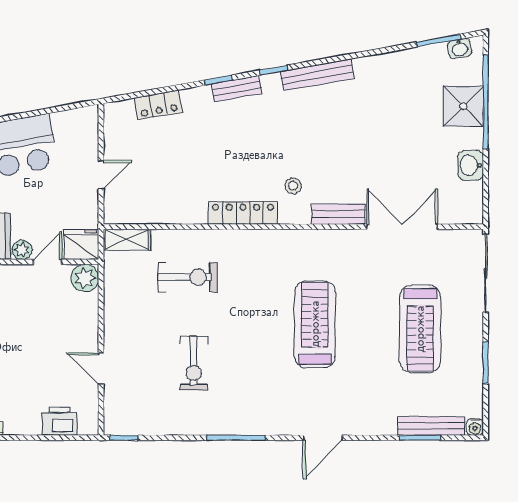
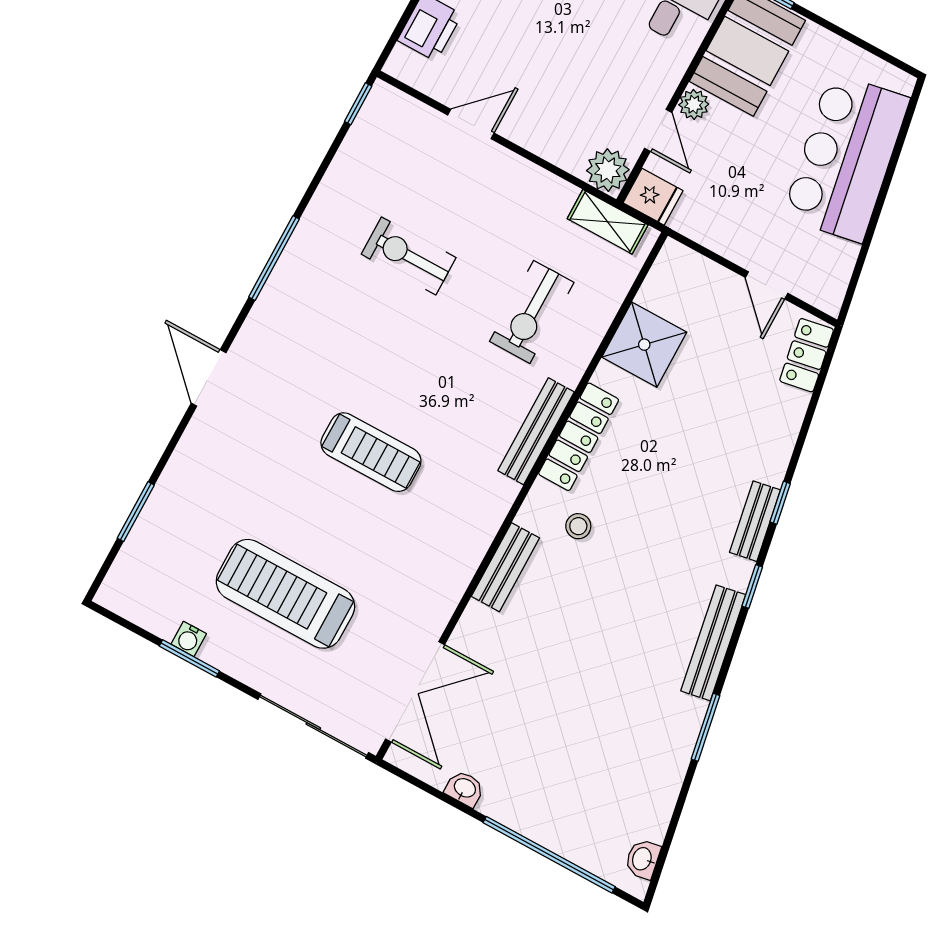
window: (439, 40) -> (706, 727), moved
locker: (158, 105) -> (807, 355), moved
shower: (463, 106) -> (644, 345), moved
washbasin: (471, 165) -> (465, 789), width x0.72, depth x0.69
door: (101, 175) -> (767, 285), moved
double door: (402, 227) -> (415, 692), moved
shelving: (127, 240) -> (608, 222), moved, turned 90
fridge: (81, 245) -> (653, 197), width x0.72
treadmill: (315, 324) -> (371, 452), width x0.73, depth x0.73
bench: (431, 426) -> (536, 431), moved
water cooler: (475, 427) -> (189, 639), moved, turned -90

